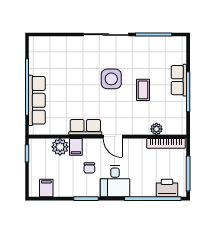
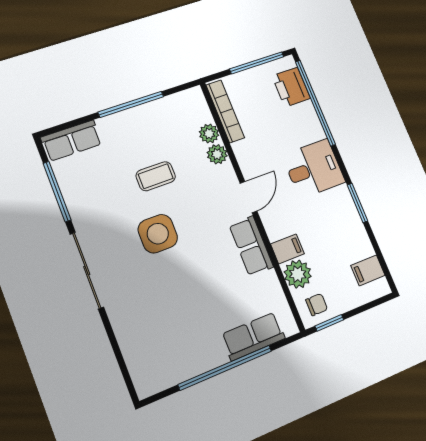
row of seats: (179, 80) -> (72, 141), moved
row of seats: (37, 100) -> (253, 336), width x0.68
plant: (143, 129) -> (217, 154), added
chair: (89, 168) -> (317, 305), moved

